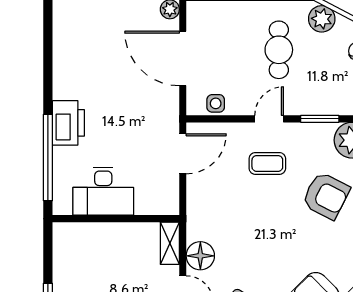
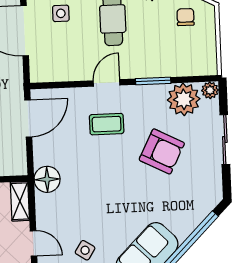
side table: (216, 103) -> (61, 13), moved
floor lamp: (200, 256) -> (47, 179), moved

